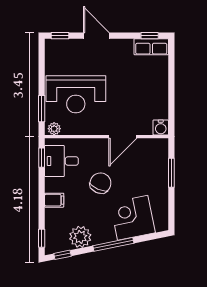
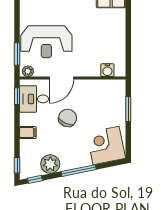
water cooler: (161, 127) -> (107, 70), moved
door: (123, 137) -> (61, 78), moved
corner desk: (133, 218) -> (106, 145), moved

